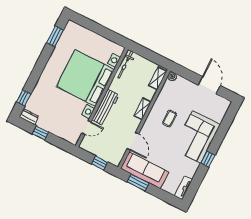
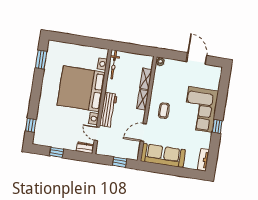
shelving: (158, 78) -> (146, 79), moved
dresser: (29, 117) -> (85, 148), moved
coffee table: (169, 118) -> (164, 111), moved
door: (87, 128) -> (97, 134), swing flipped
door: (133, 141) -> (143, 132), swing flipped
window: (138, 182) -> (160, 169), removed

